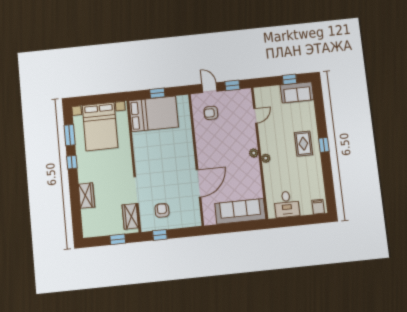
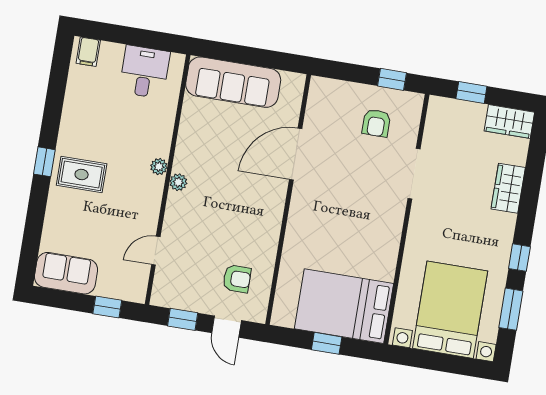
window: (290, 79) -> (107, 307), moved
rug: (303, 144) -> (82, 175), turned 90
wardrobe: (130, 216) -> (509, 122), moved, turned 90

